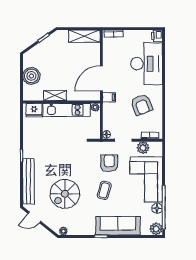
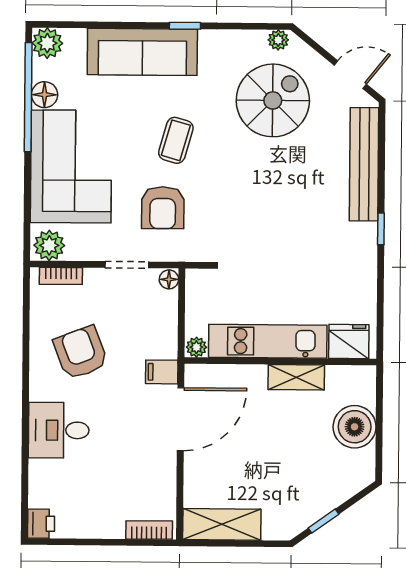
desk: (147, 64) -> (59, 430), width x0.53, depth x0.77
plant: (143, 148) -> (49, 245), moved
spiral stairs: (65, 194) -> (273, 100), moved

